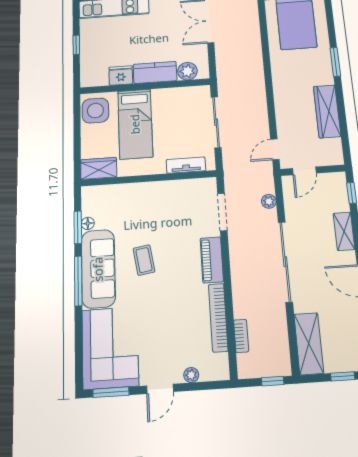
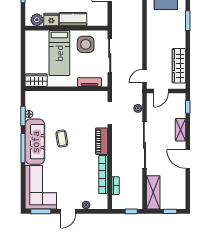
plant: (187, 71) -> (37, 20), moved
side table: (95, 111) -> (86, 44), moved
wardrobe: (327, 111) -> (179, 66), moved

